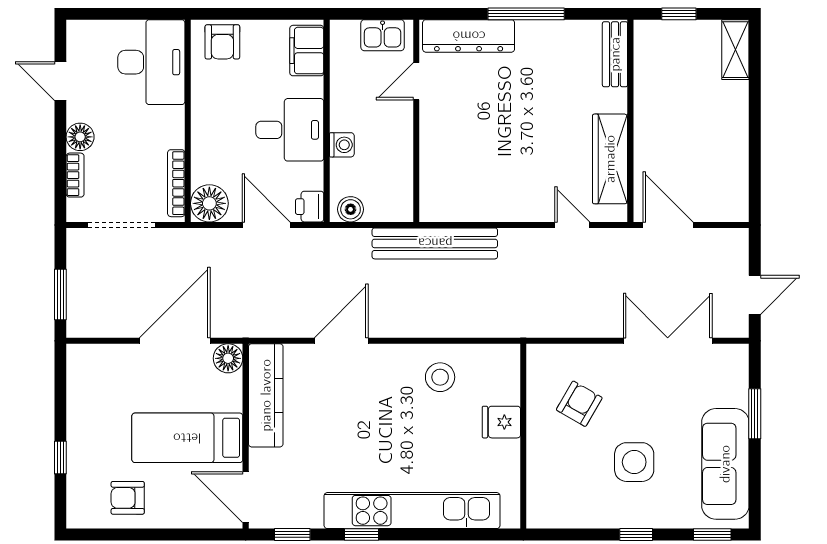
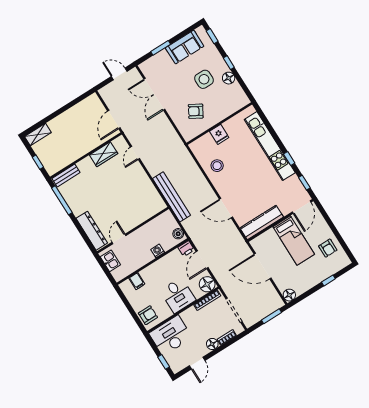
window: (106, 14) -> (164, 362), added
window: (526, 14) -> (62, 200), moved
filing cabinet: (307, 51) -> (137, 281), width x0.50
door: (416, 81) -> (119, 239), swing flipped
desk: (290, 130) -> (178, 295), moved, turned 180
wardrobe: (610, 159) -> (104, 154), width x0.67
floor lamp: (228, 358) -> (289, 295), moved
sofa: (725, 464) -> (185, 47), width x0.73
floor lamp: (605, 514) -> (229, 78), added

